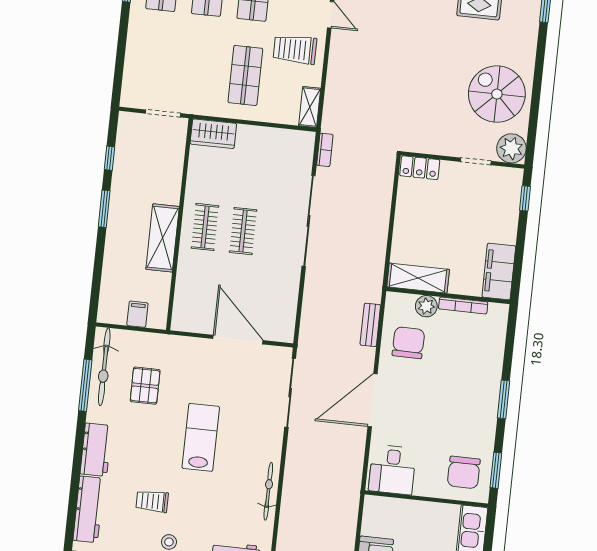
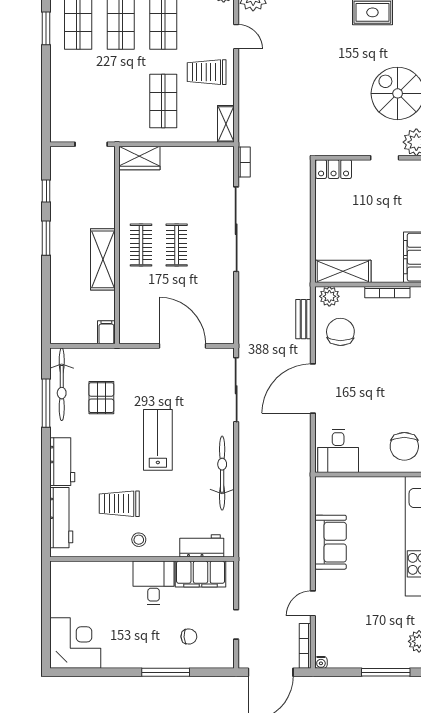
plant: (426, 306) -> (329, 296), moved
filing cabinet: (137, 314) -> (106, 332), moved
bicycle: (268, 491) -> (222, 473), width x1.37, depth x1.40
trolley: (152, 501) -> (119, 504), width x1.36, depth x1.39

